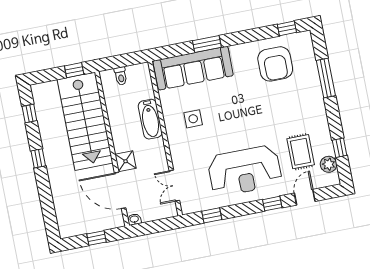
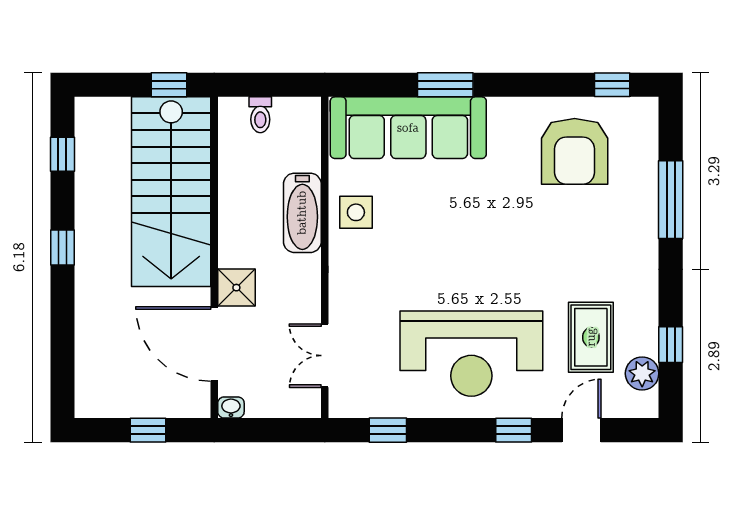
side table: (193, 119) -> (356, 212), moved

